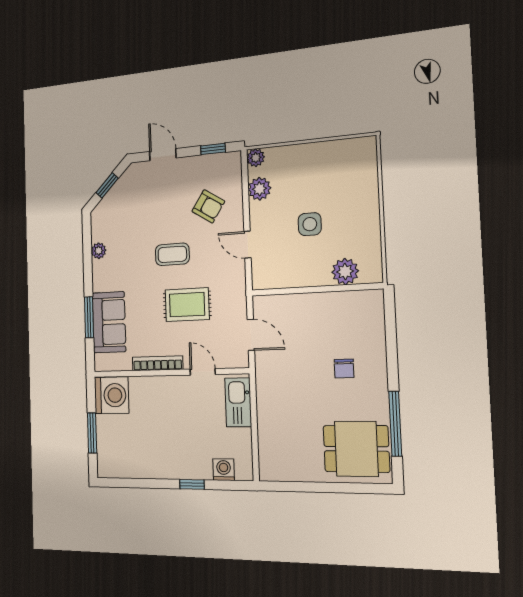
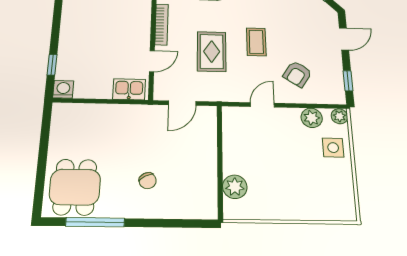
side table: (310, 224) -> (333, 148), moved
chair: (344, 369) -> (148, 181), turned -117
kitchen sink: (238, 402) -> (129, 89), width x0.73
washing machine: (224, 470) -> (63, 89), moved, turned -90
window: (192, 484) -> (52, 65), moved

